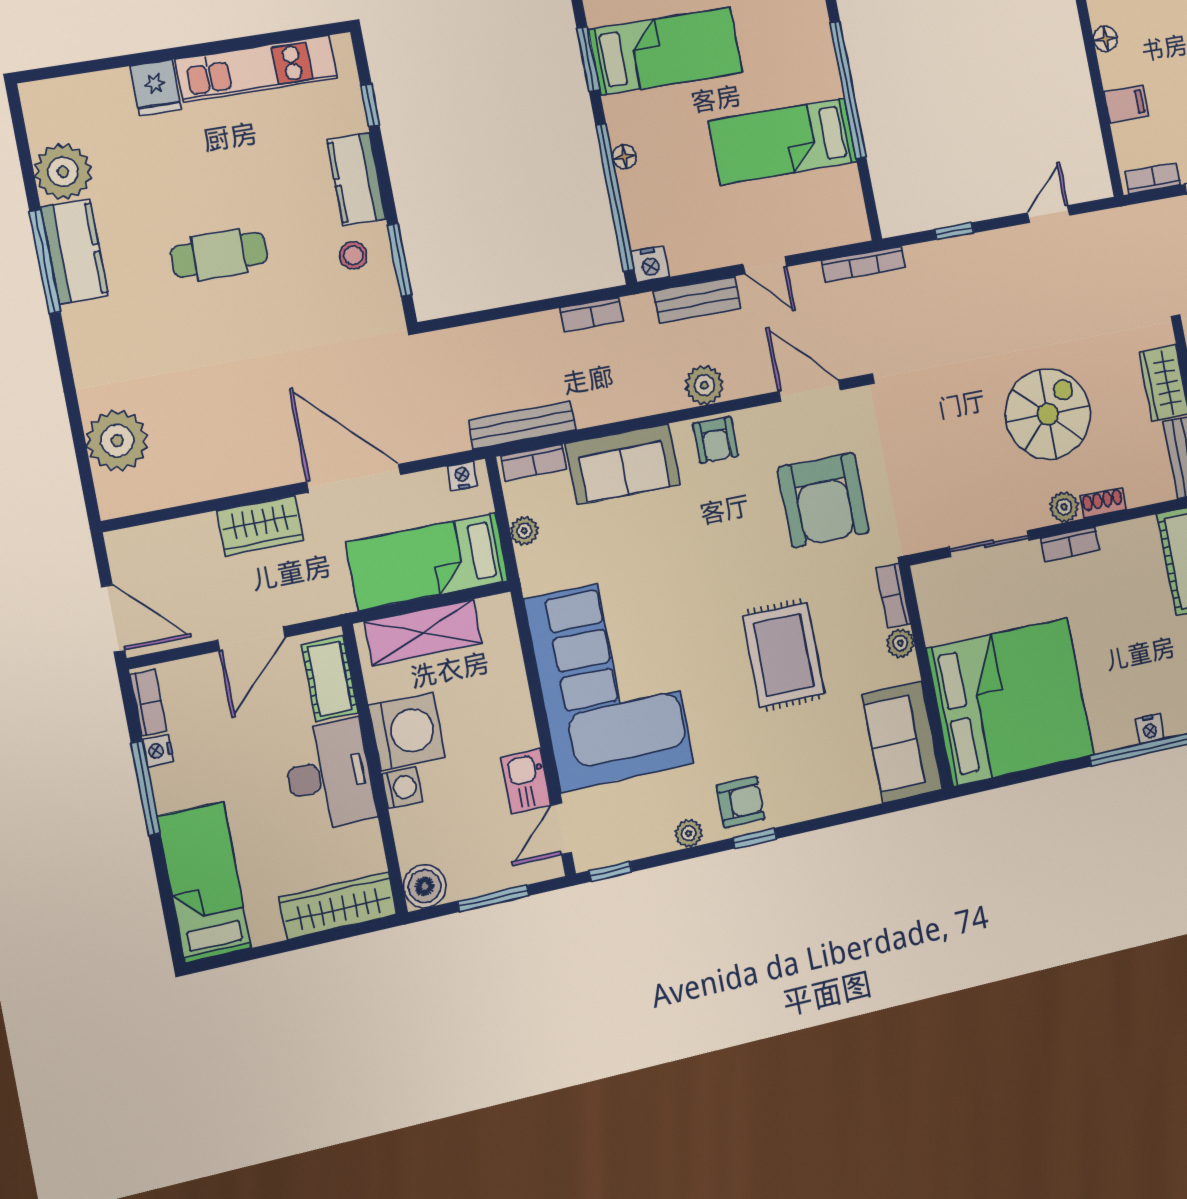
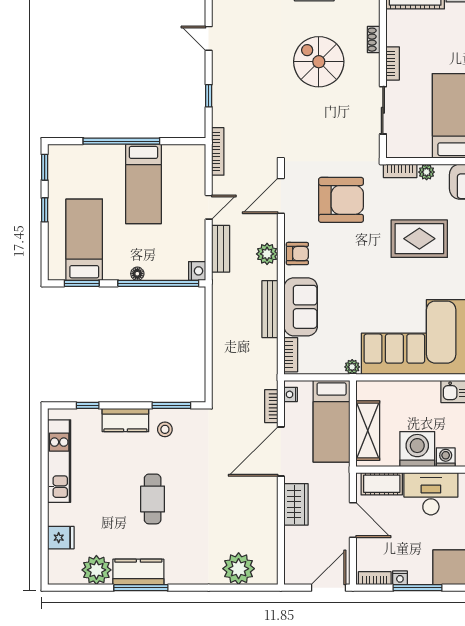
fridge: (156, 88) -> (61, 538), moved
bookcase: (591, 315) -> (271, 406), moved, turned 180
bench: (522, 425) -> (270, 309), moved
plant: (1064, 507) -> (371, 63), removed
plant: (524, 531) -> (352, 367), moved

